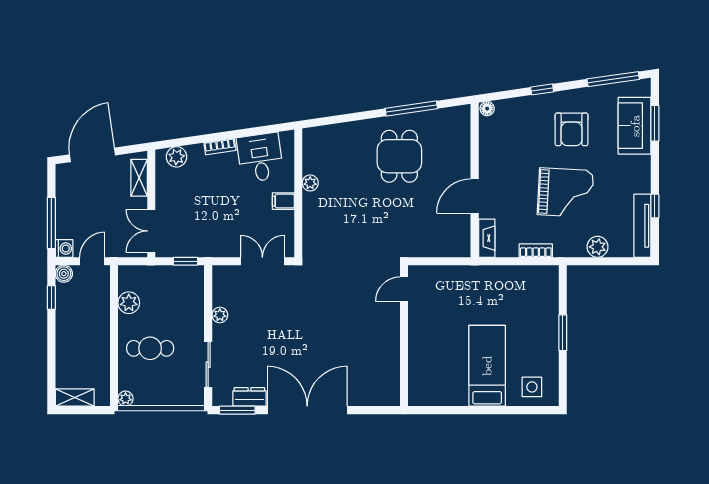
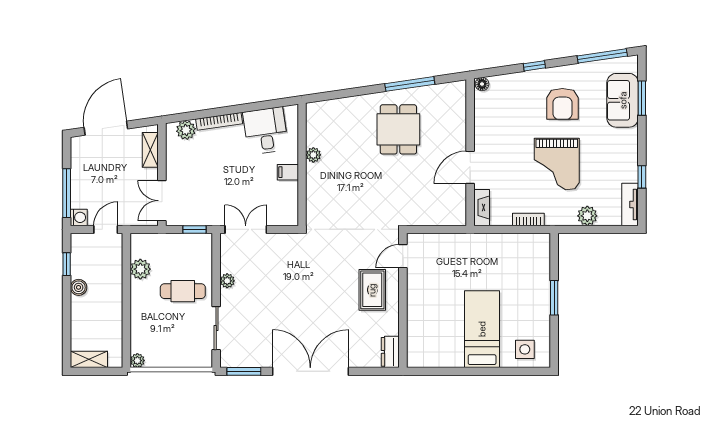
bookcase: (220, 147) -> (219, 121), width x1.56
grand piano: (565, 193) -> (557, 164), turned 87
tv unit: (642, 226) -> (630, 204), width x0.71
double door: (262, 261) -> (246, 229), moved
boiler: (64, 274) -> (79, 287), moved
rug: (372, 325) -> (372, 290), added
cafe table: (150, 348) -> (183, 291), moved
dresser: (249, 397) -> (390, 352), moved, turned -90

